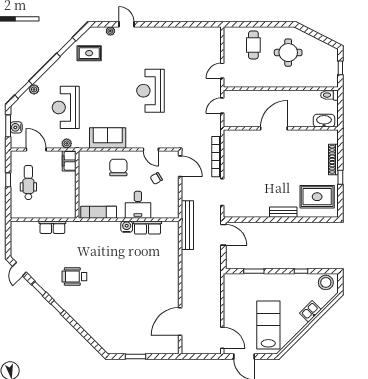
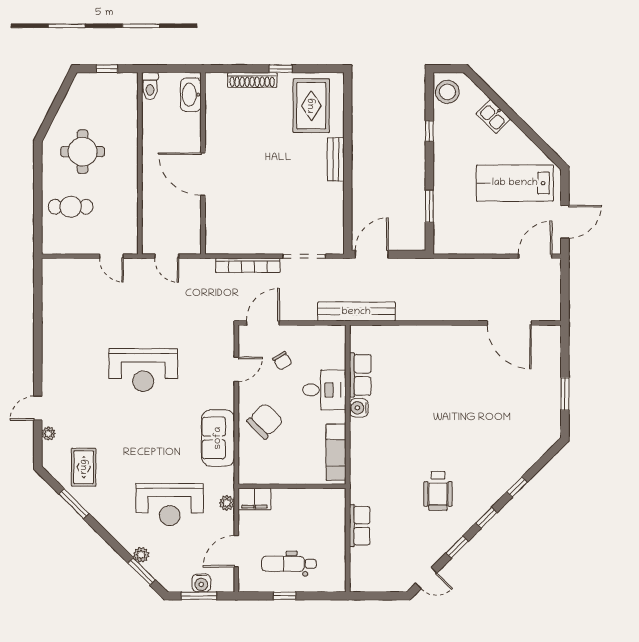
chair: (118, 167) -> (265, 421), turned 135
window: (77, 326) -> (517, 487), added

